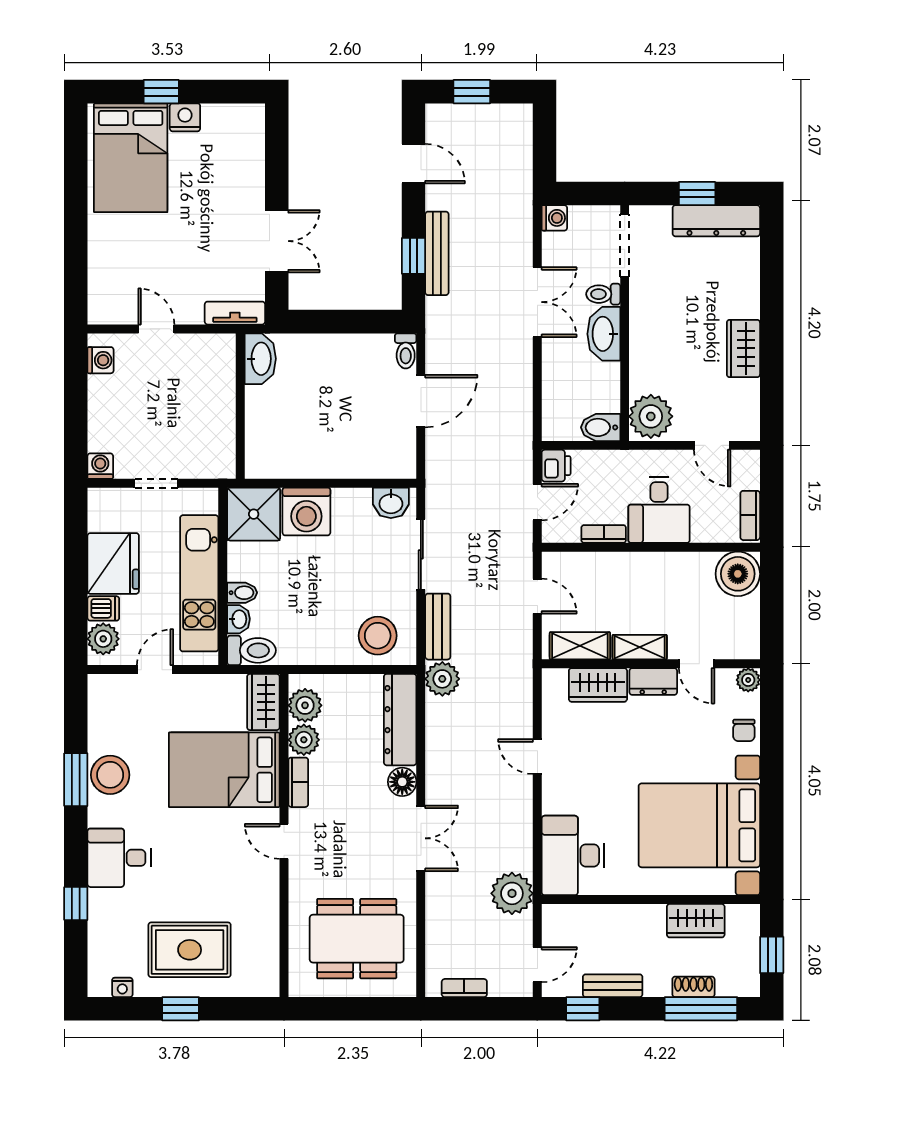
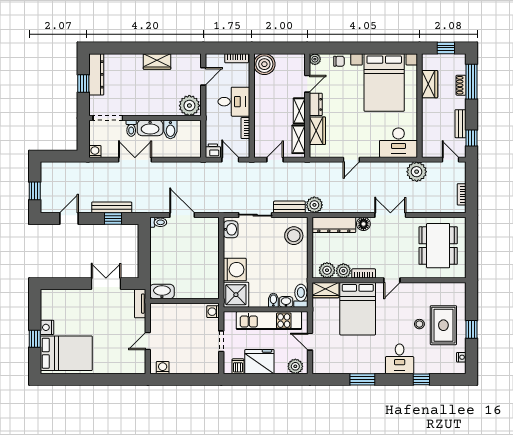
bidet: (601, 427) -> (170, 129), moved
washing machine: (100, 466) -> (213, 312), moved
dishwasher: (103, 608) -> (238, 366), moved
stool: (110, 775) -> (419, 324), moved, width x0.53, depth x0.53

